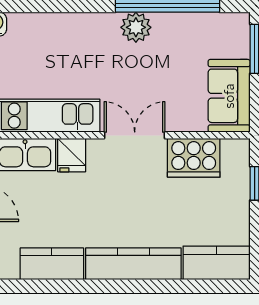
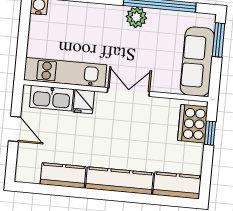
sofa: (229, 96) -> (197, 62), width x1.36
cooker: (194, 158) -> (193, 124), moved, turned 90

